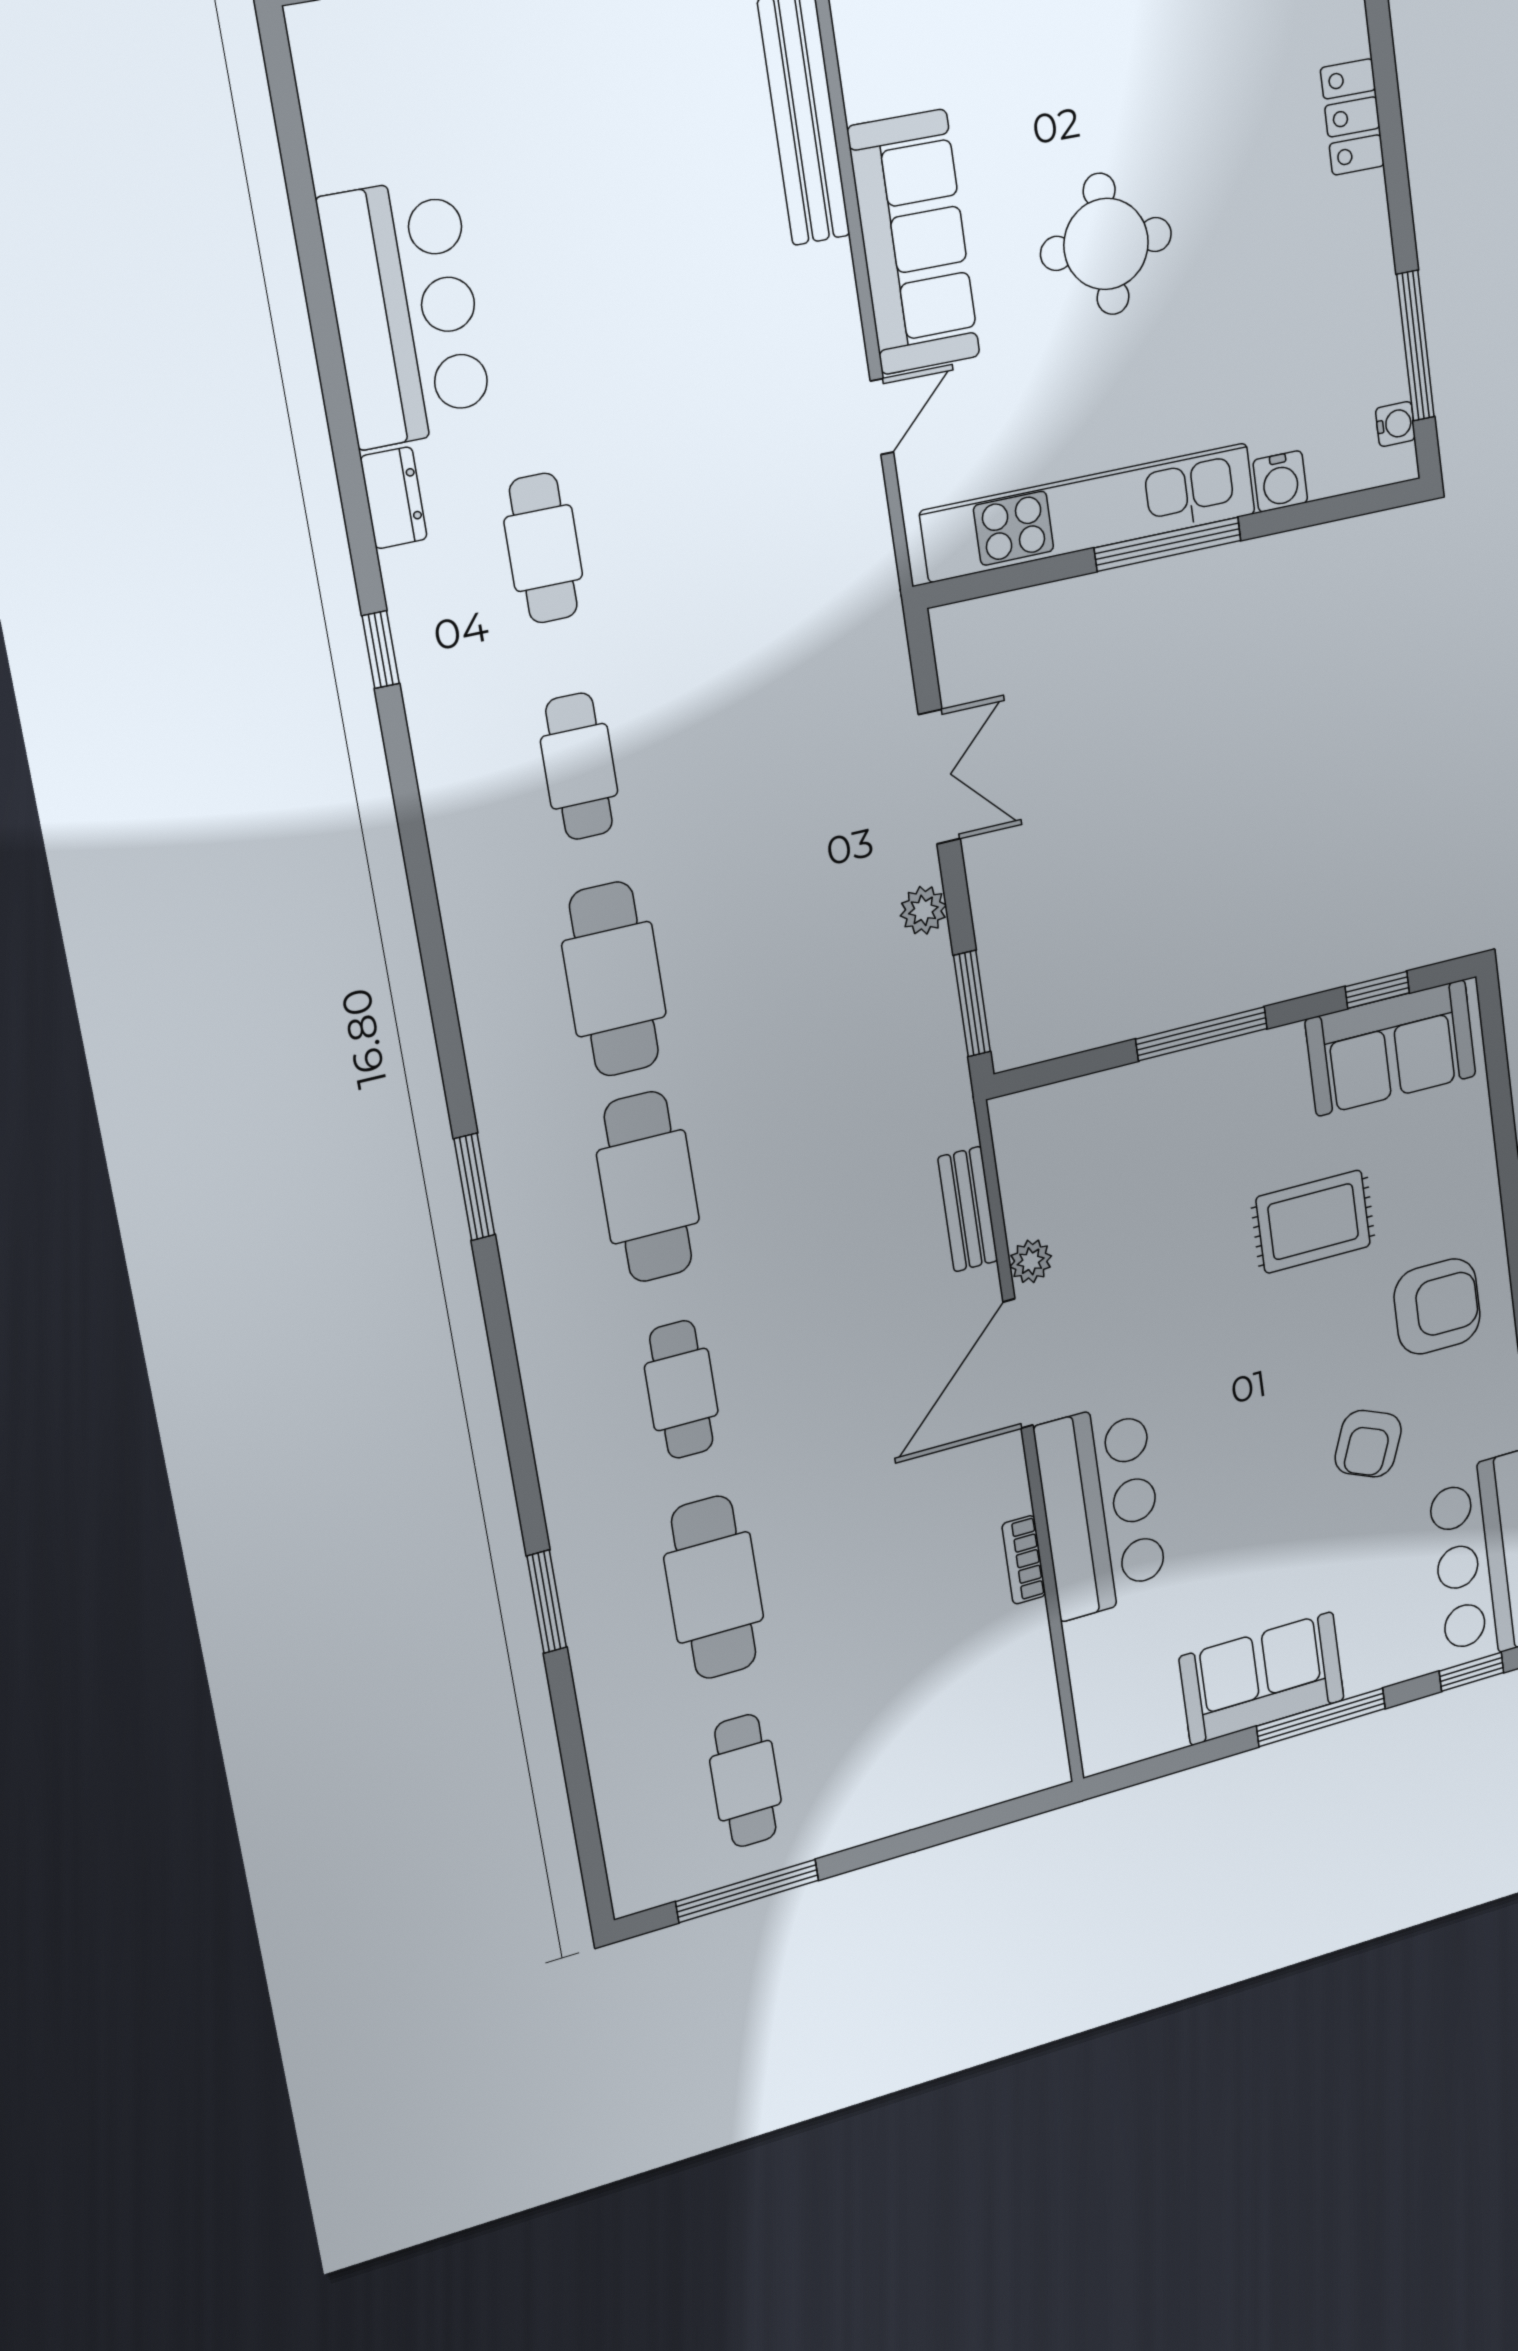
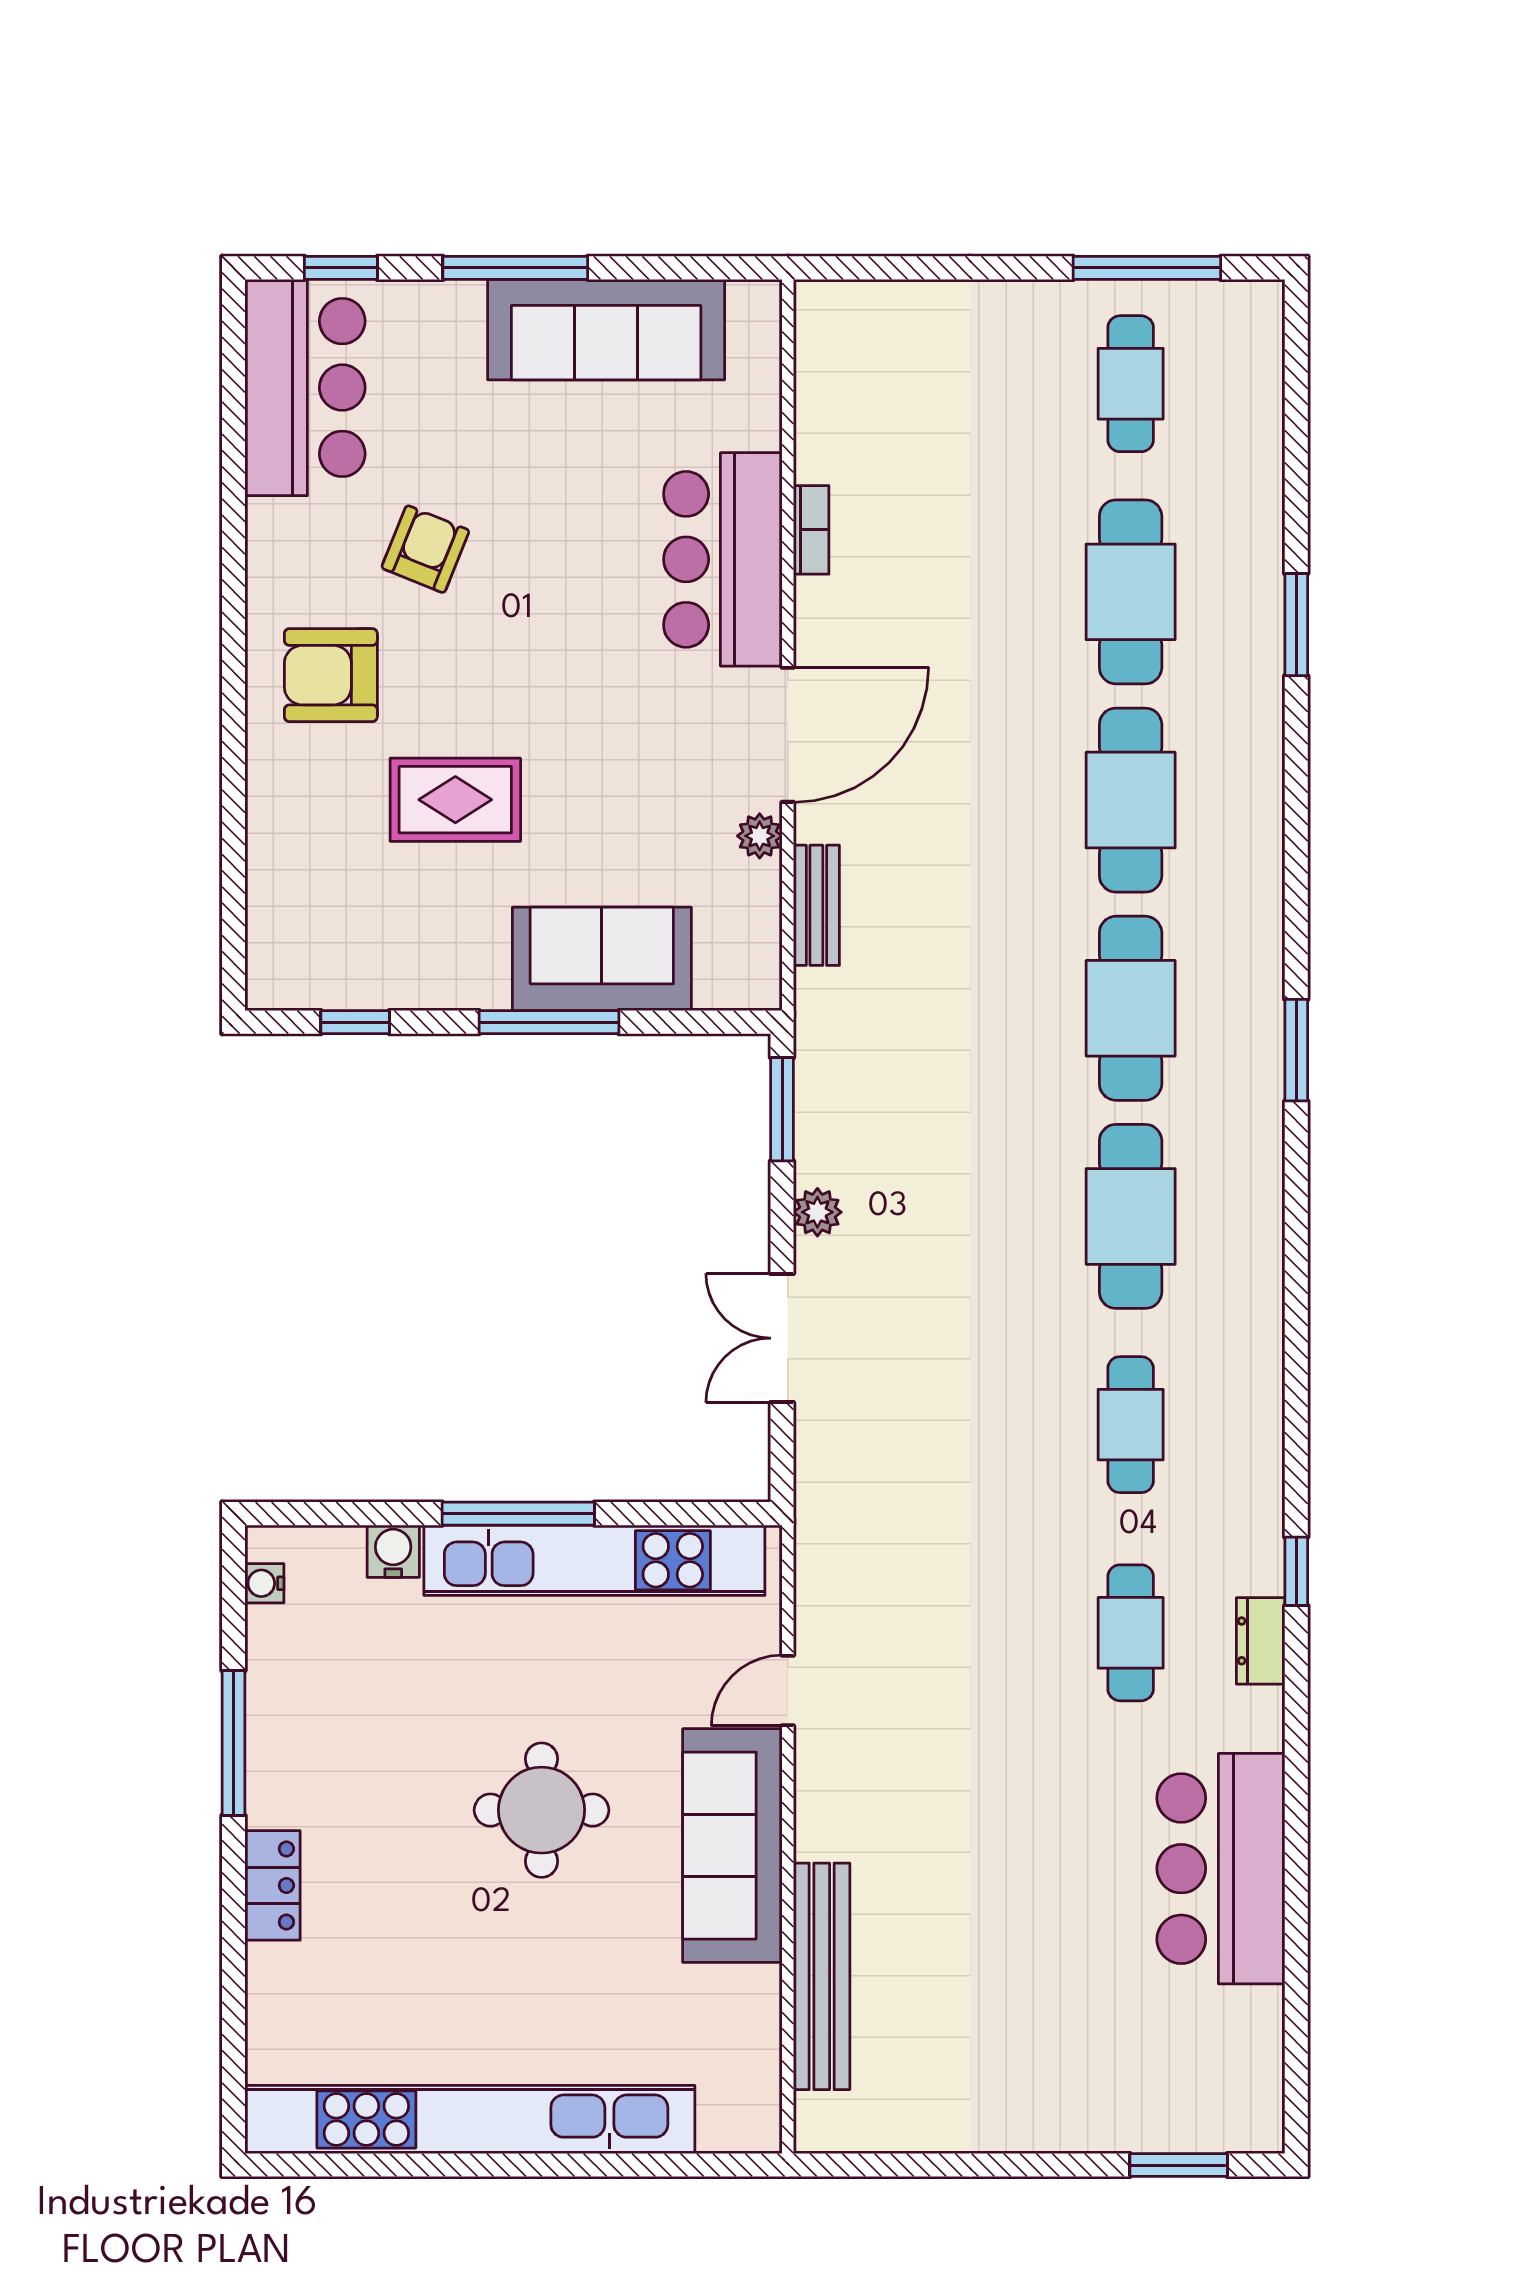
window: (1416, 346) -> (233, 1743), moved
dresser: (394, 498) -> (1261, 1641), moved
sofa: (1391, 1048) -> (602, 959), moved
cafe table: (681, 1389) -> (1131, 800), width x1.37, depth x1.35
sofa: (1262, 1678) -> (606, 330), width x1.36

